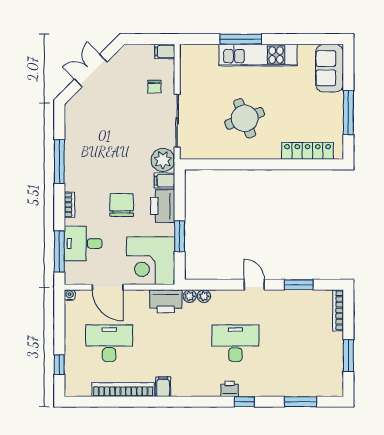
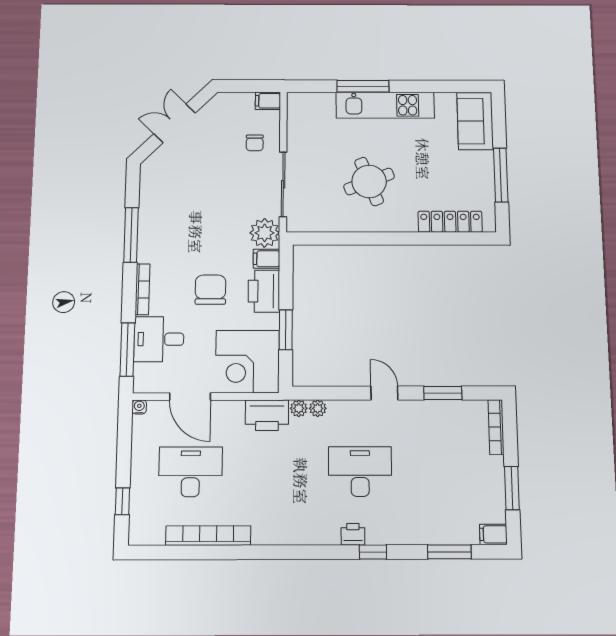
bookcase: (69, 205) -> (143, 289), width x1.56
filing cabinet: (163, 387) -> (493, 534), moved, turned -90

